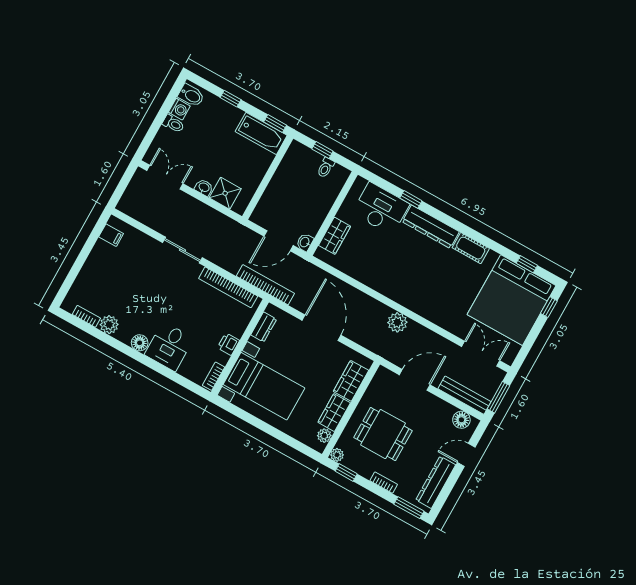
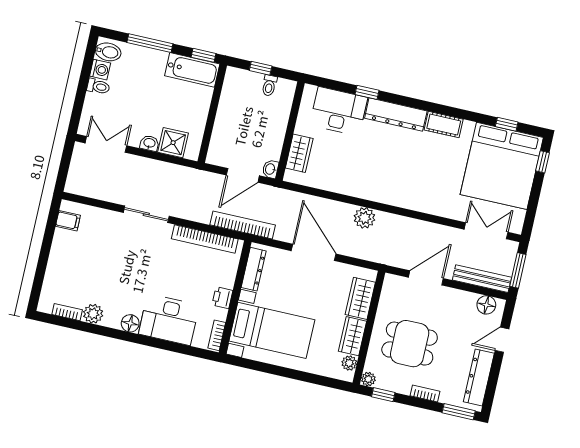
window: (231, 99) -> (150, 43), width x2.17
plant: (397, 322) -> (365, 218), moved
dresser: (264, 327) -> (254, 269), width x1.44
desk: (169, 346) -> (169, 320), width x1.37

